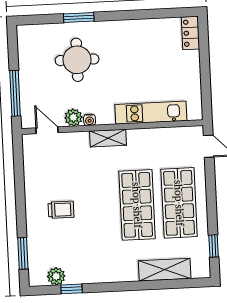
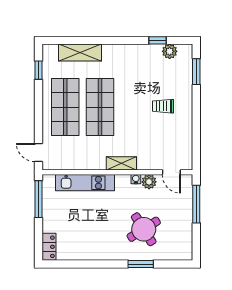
round table: (77, 60) -> (144, 229), turned -32
window: (206, 90) -> (38, 199), added

